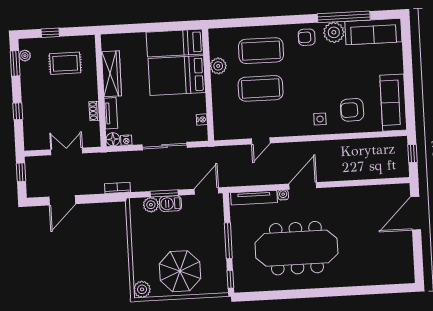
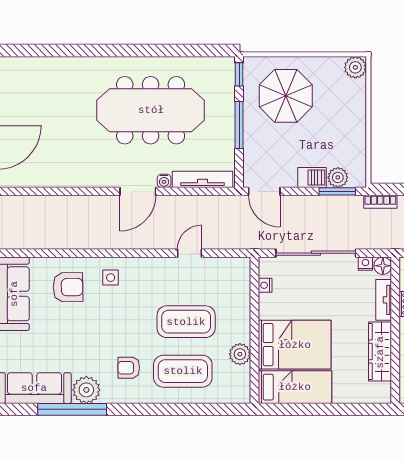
armchair: (307, 37) -> (129, 368), moved, turned 180
sliding door: (165, 146) -> (316, 253), width x1.36
door: (206, 191) -> (264, 191), hinge flipped
window: (164, 193) -> (337, 191), moved
parasol: (180, 271) -> (286, 96), moved

